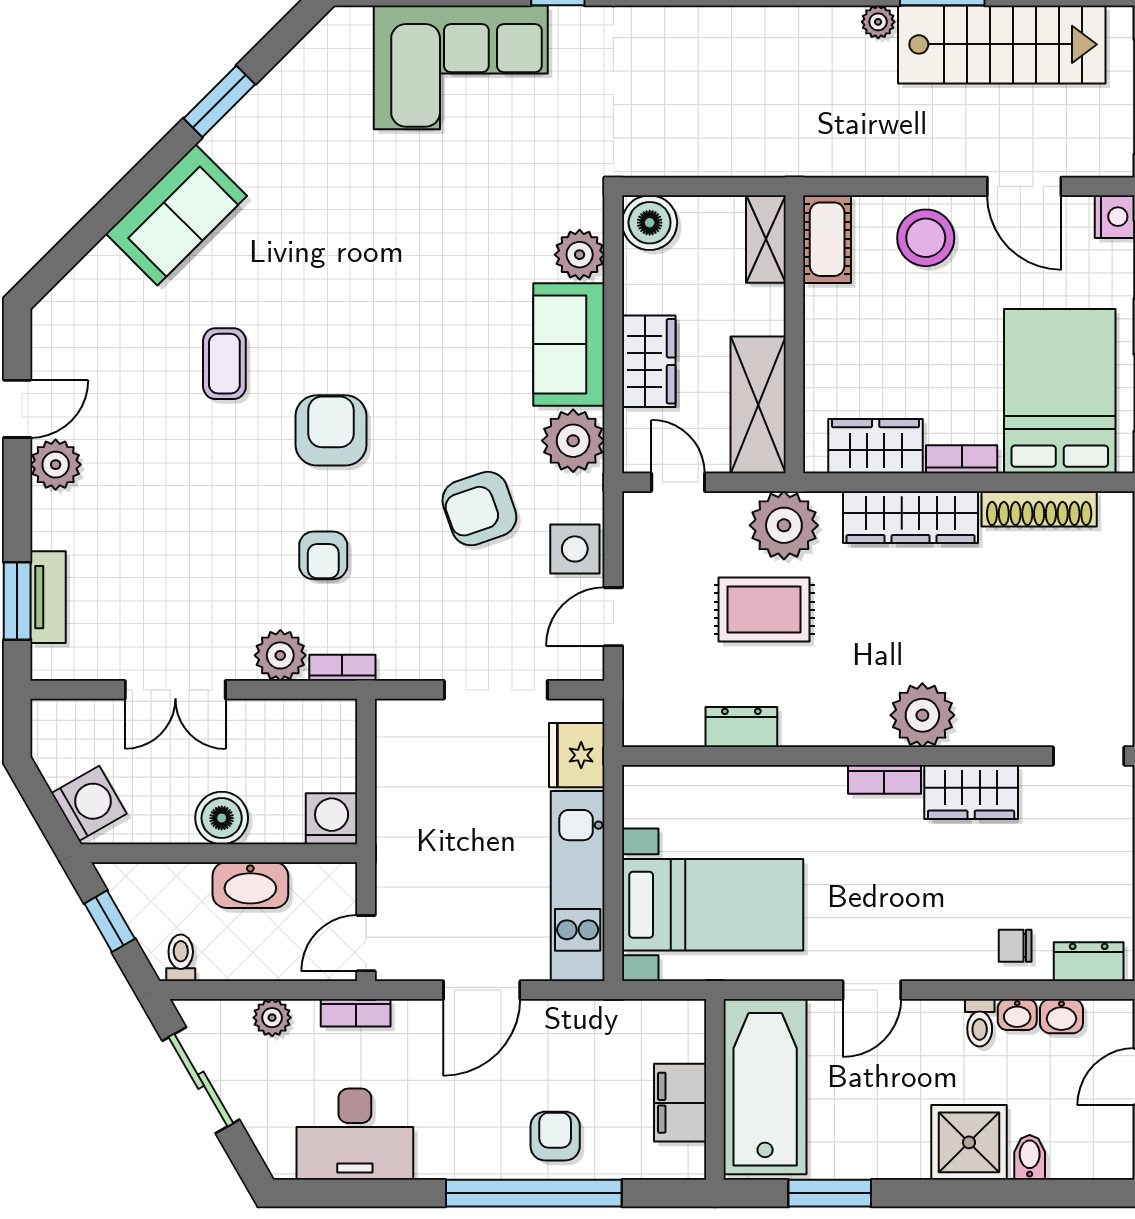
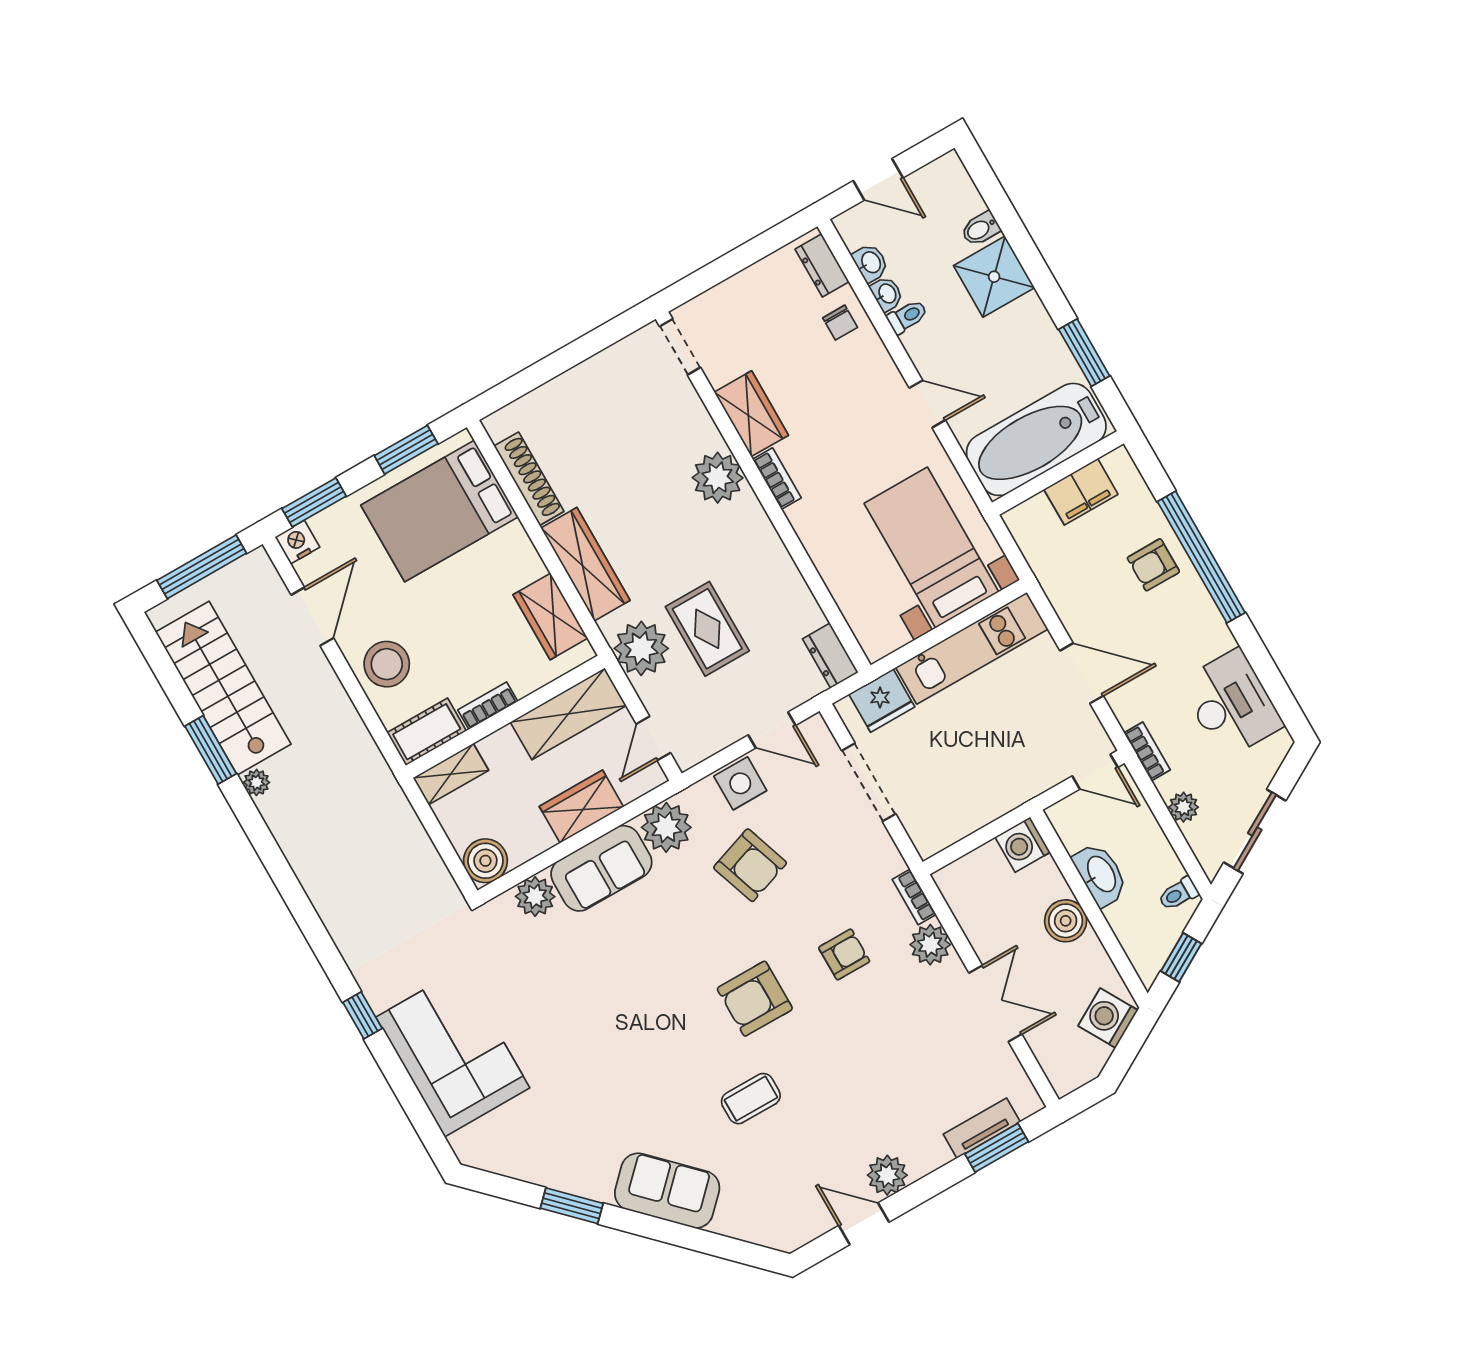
bookcase: (962, 459) -> (488, 706), moved, turned 90
dresser: (741, 727) -> (830, 656), moved

